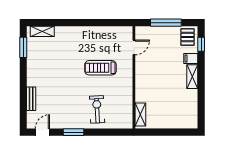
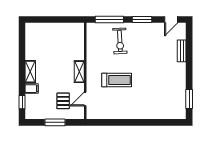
window: (166, 23) -> (55, 122), width x0.69
shelving: (42, 31) -> (171, 114), removed
pallet: (188, 37) -> (63, 101), moved
shelving: (140, 115) -> (79, 72), moved
window: (108, 132) -> (109, 19), added

